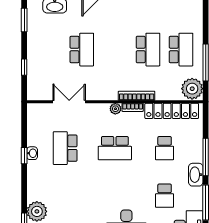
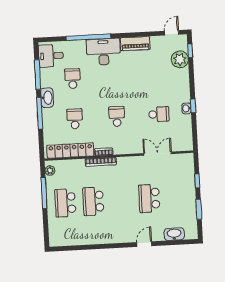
window: (24, 20) -> (199, 209), moved
plant: (192, 89) -> (50, 171), width x0.53, depth x0.53
double door: (69, 102) -> (158, 154), swing flipped
plant: (115, 109) -> (118, 150), removed
school desk: (65, 148) -> (159, 114), width x0.54
school desk: (115, 148) -> (117, 116), width x0.54

